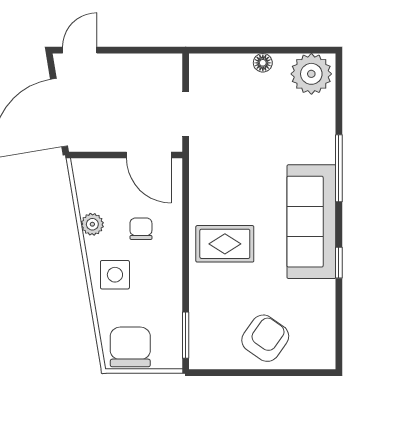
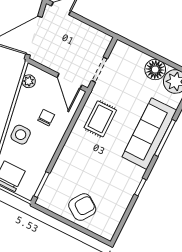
floor lamp: (263, 63) -> (155, 70), width x1.89, depth x1.89
sofa: (311, 222) -> (149, 134), moved
plant: (92, 224) -> (29, 81), moved
rug: (225, 244) -> (100, 119), moved, turned 90

